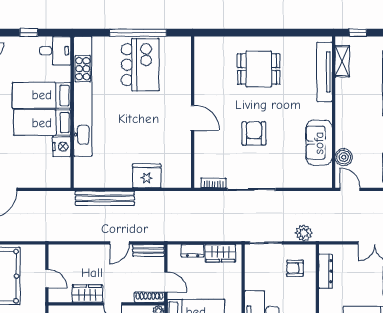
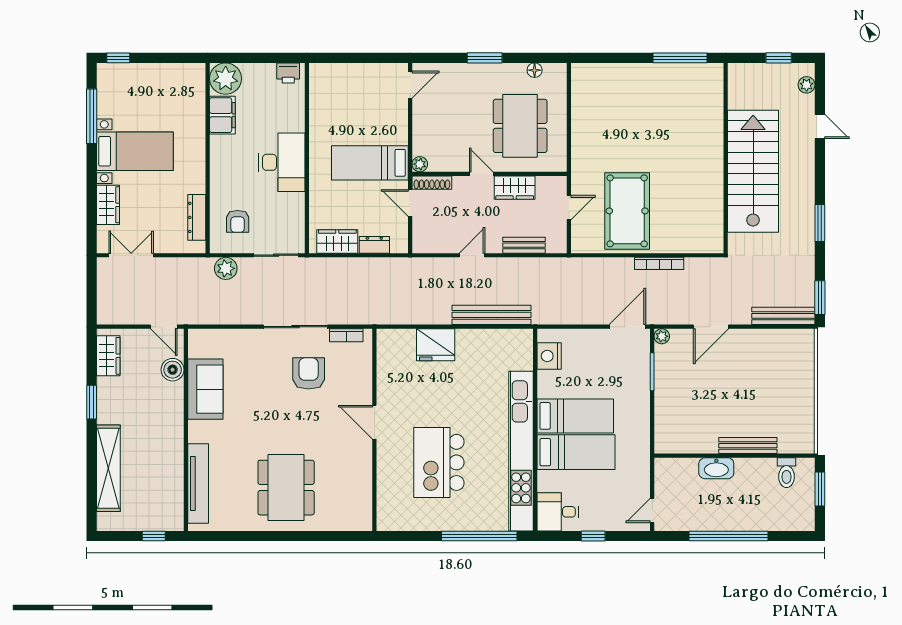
window: (138, 33) -> (479, 536), moved
shelving: (342, 61) -> (175, 498), removed
kitchen island: (140, 65) -> (439, 462), moved
dining table: (259, 69) -> (286, 488), width x1.38
armchair: (254, 133) -> (309, 373), moved, turned 180
nightstand: (62, 147) -> (549, 356), moved
bench: (148, 250) -> (524, 245), moved
armchair: (295, 268) -> (238, 221), turned 90
door: (47, 278) -> (569, 208), swing flipped

